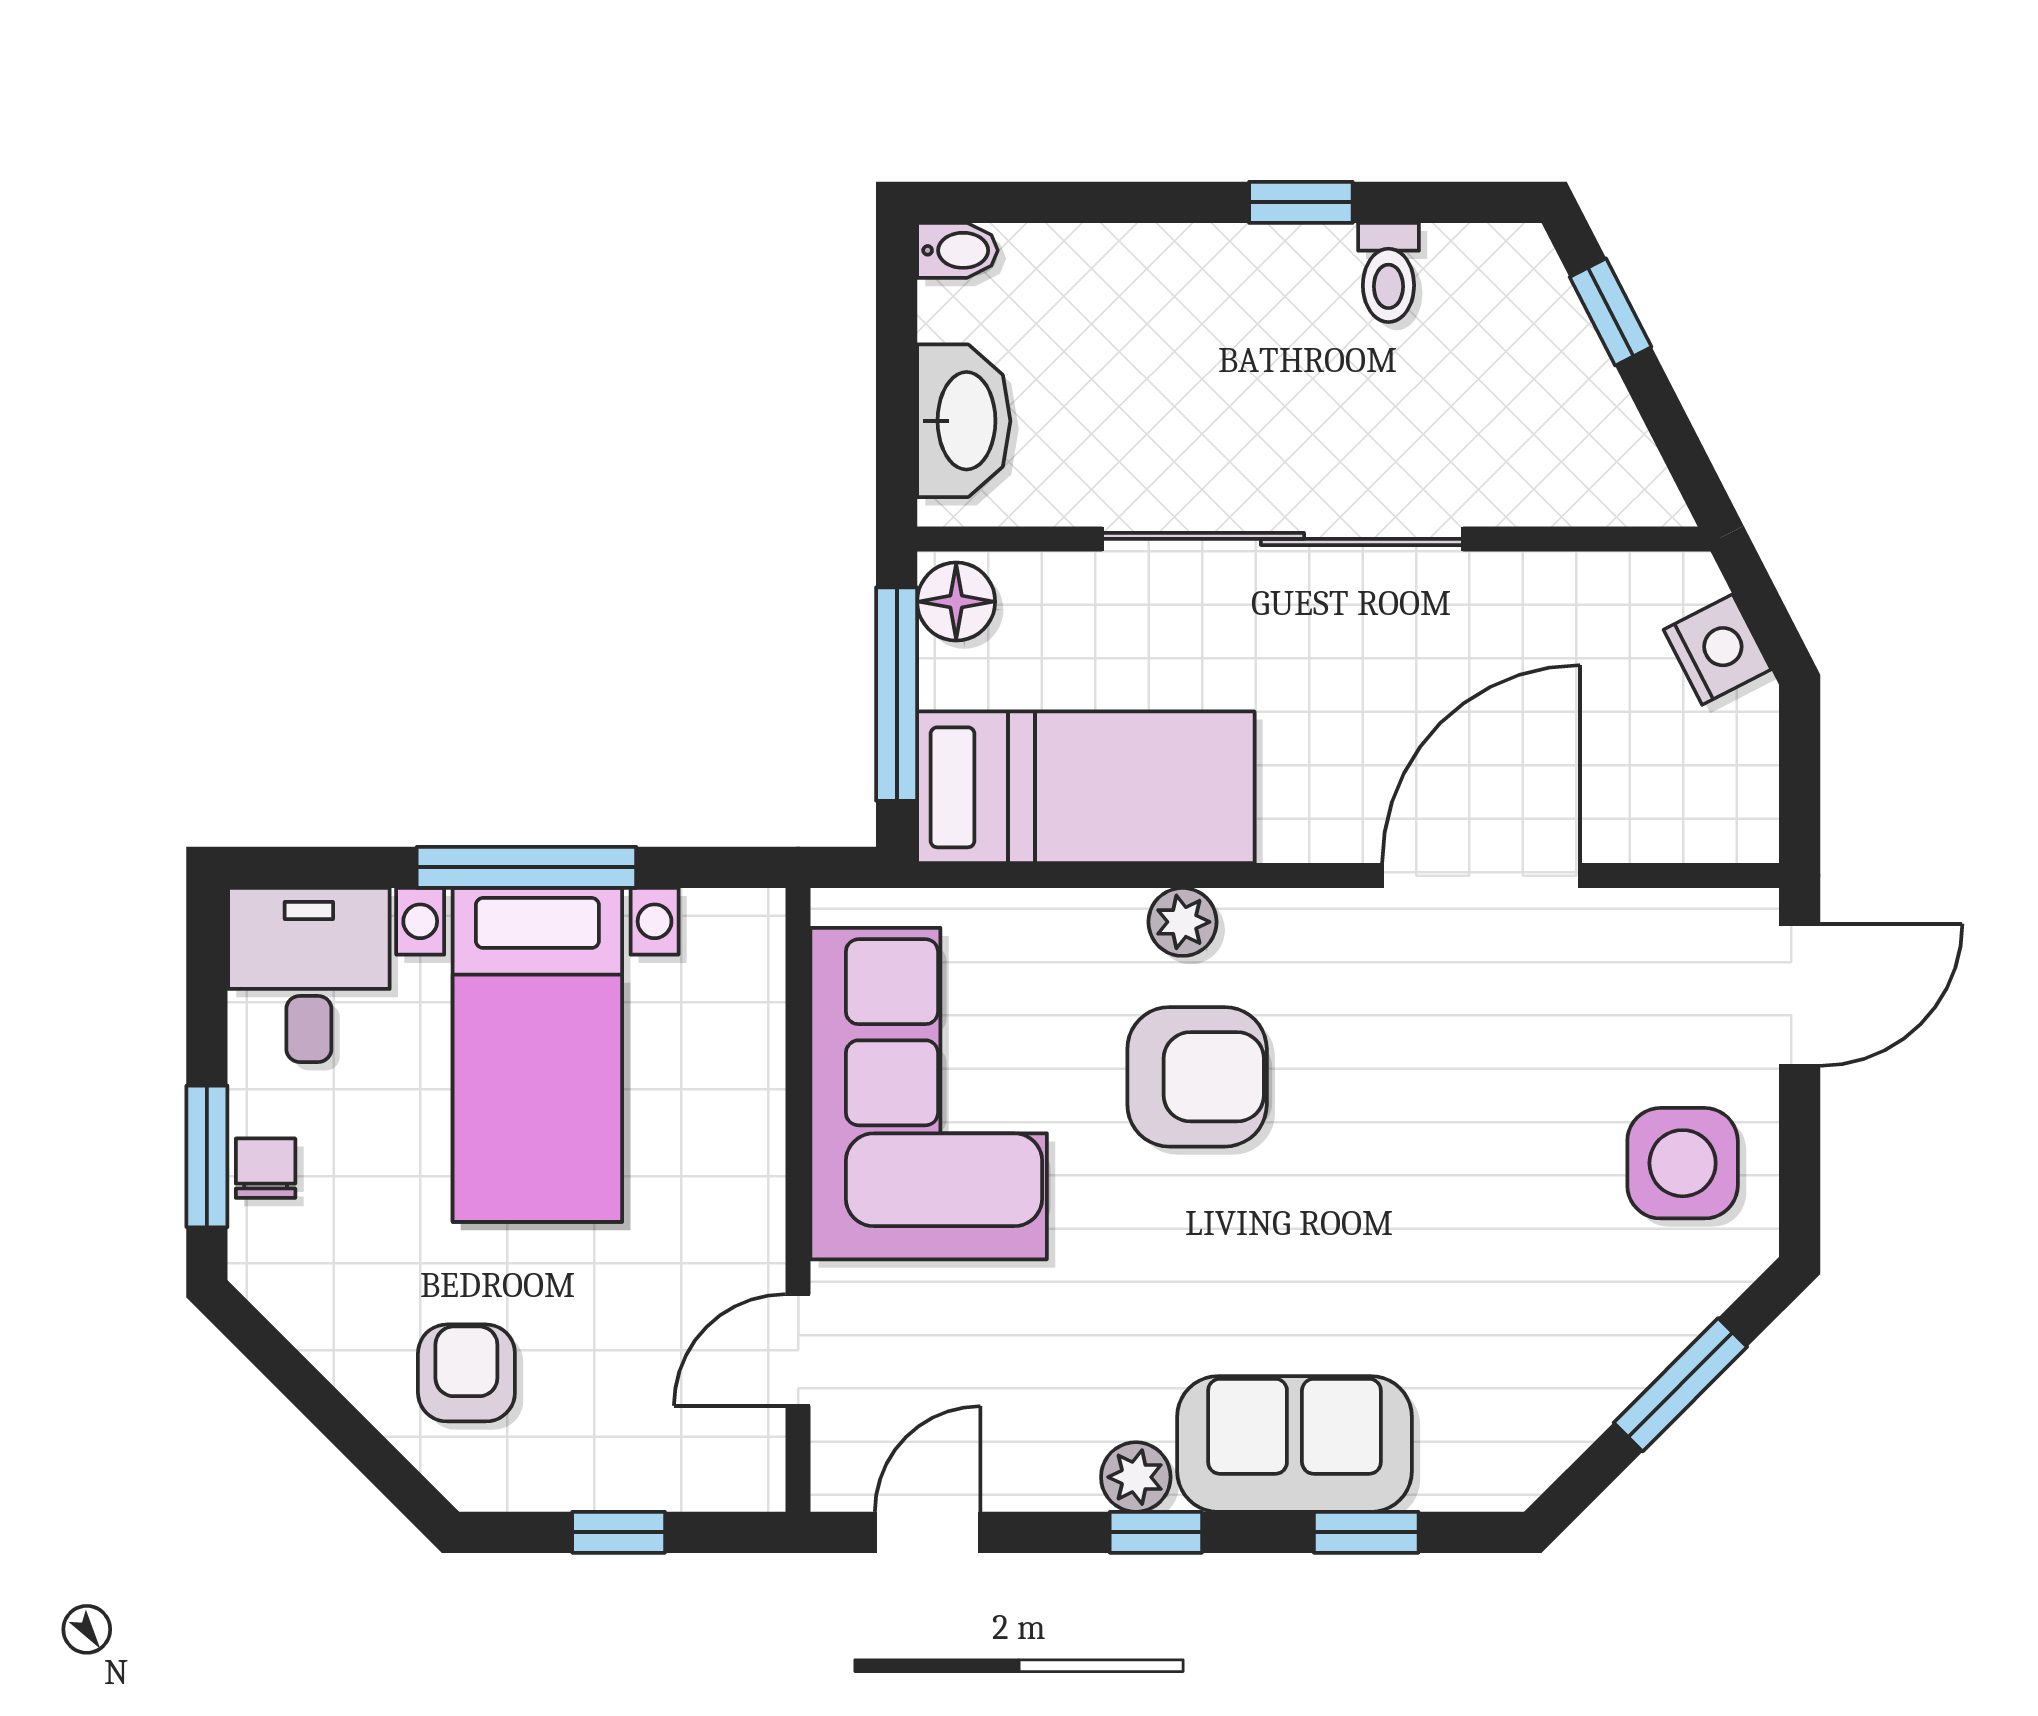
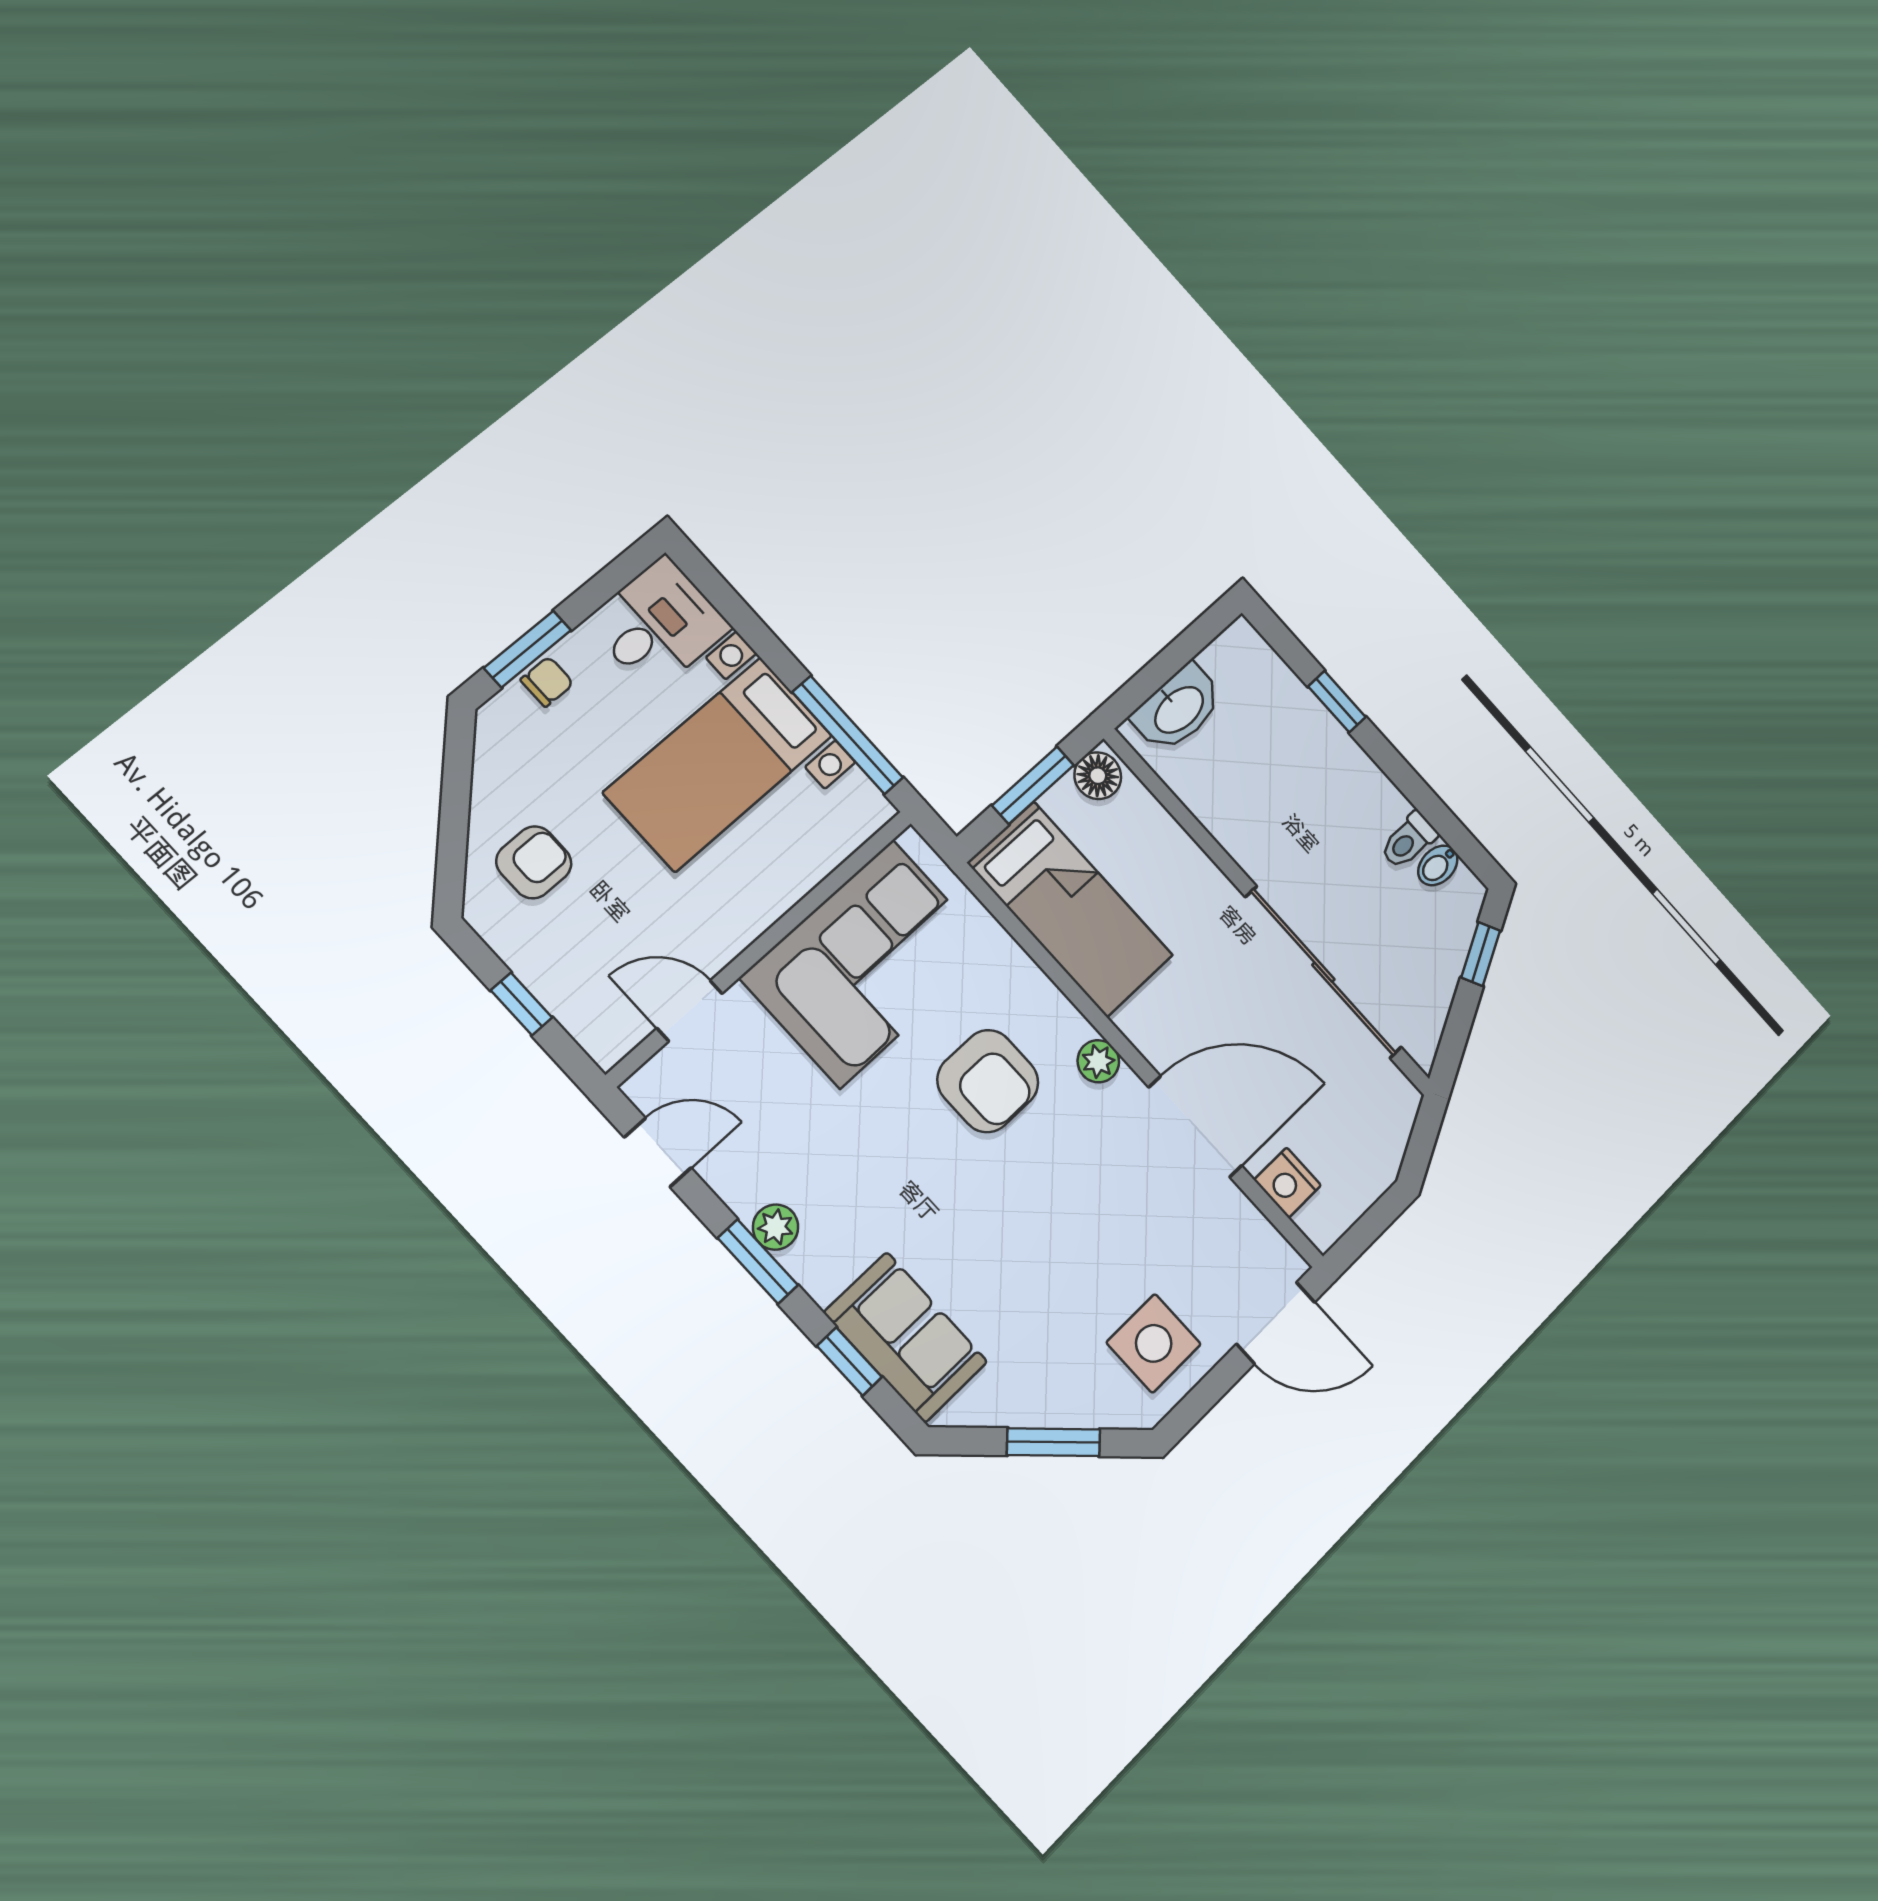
window: (1301, 202) -> (1337, 702), moved
bidet: (957, 250) -> (1438, 865), moved, turned 90
sliding door: (1282, 539) -> (1323, 972), moved
nightstand: (1717, 650) -> (1287, 1183), moved, turned 117
window: (897, 694) -> (1033, 785), width x0.69
window: (526, 867) -> (848, 735), moved
plant: (1183, 922) -> (1098, 1061), moved
sofa: (1294, 1444) -> (906, 1337), moved
window: (1156, 1532) -> (758, 1262), width x1.50

